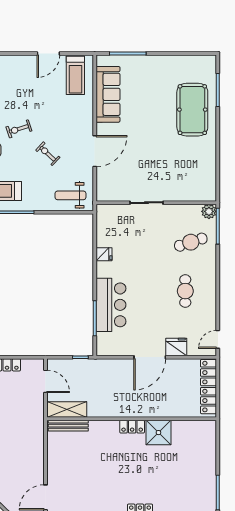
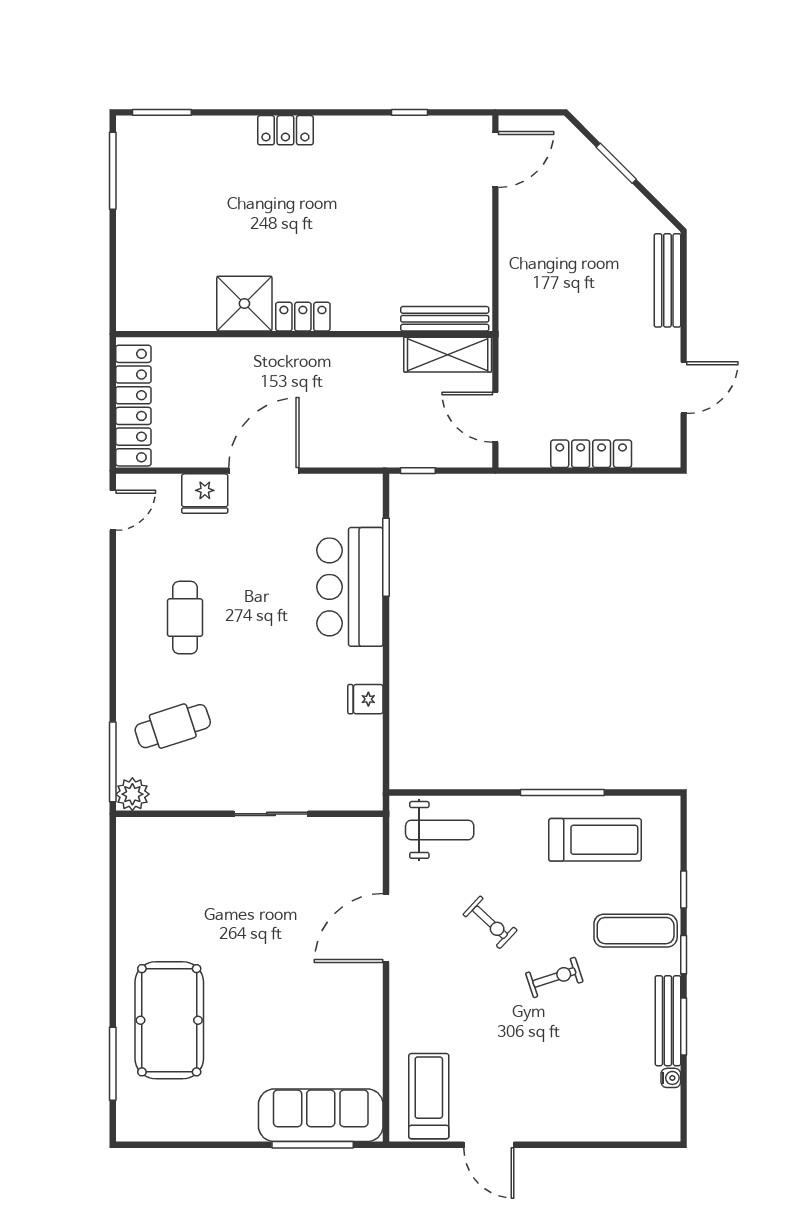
door: (48, 54) -> (489, 1145), swing flipped
sofa: (108, 94) -> (321, 1115), moved, turned 90

